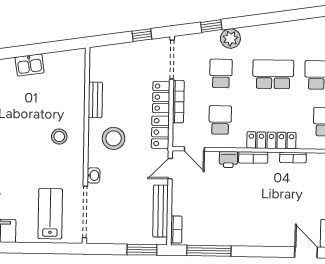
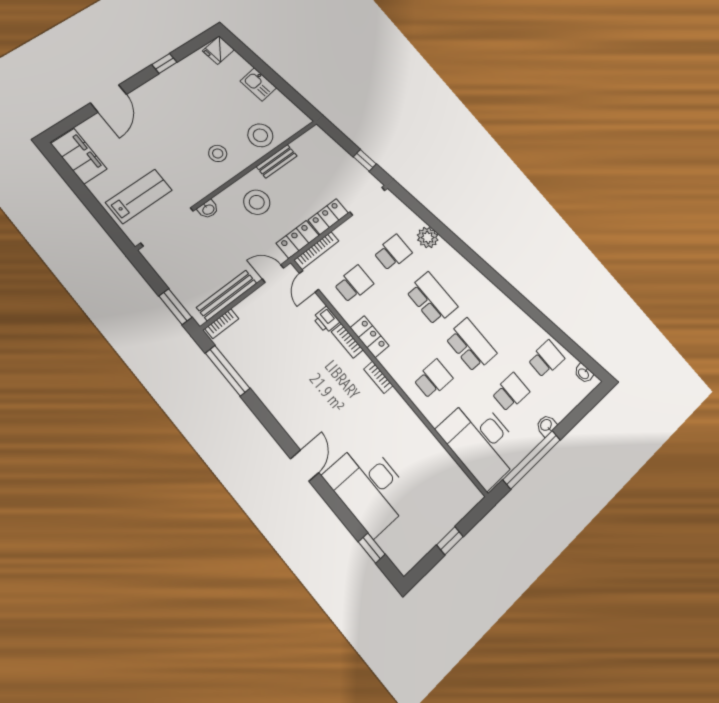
window: (211, 26) -> (423, 213), removed
stool: (68, 95) -> (260, 135), added
bookcase: (178, 102) -> (317, 251), moved
locker: (271, 140) -> (370, 337), width x0.66

